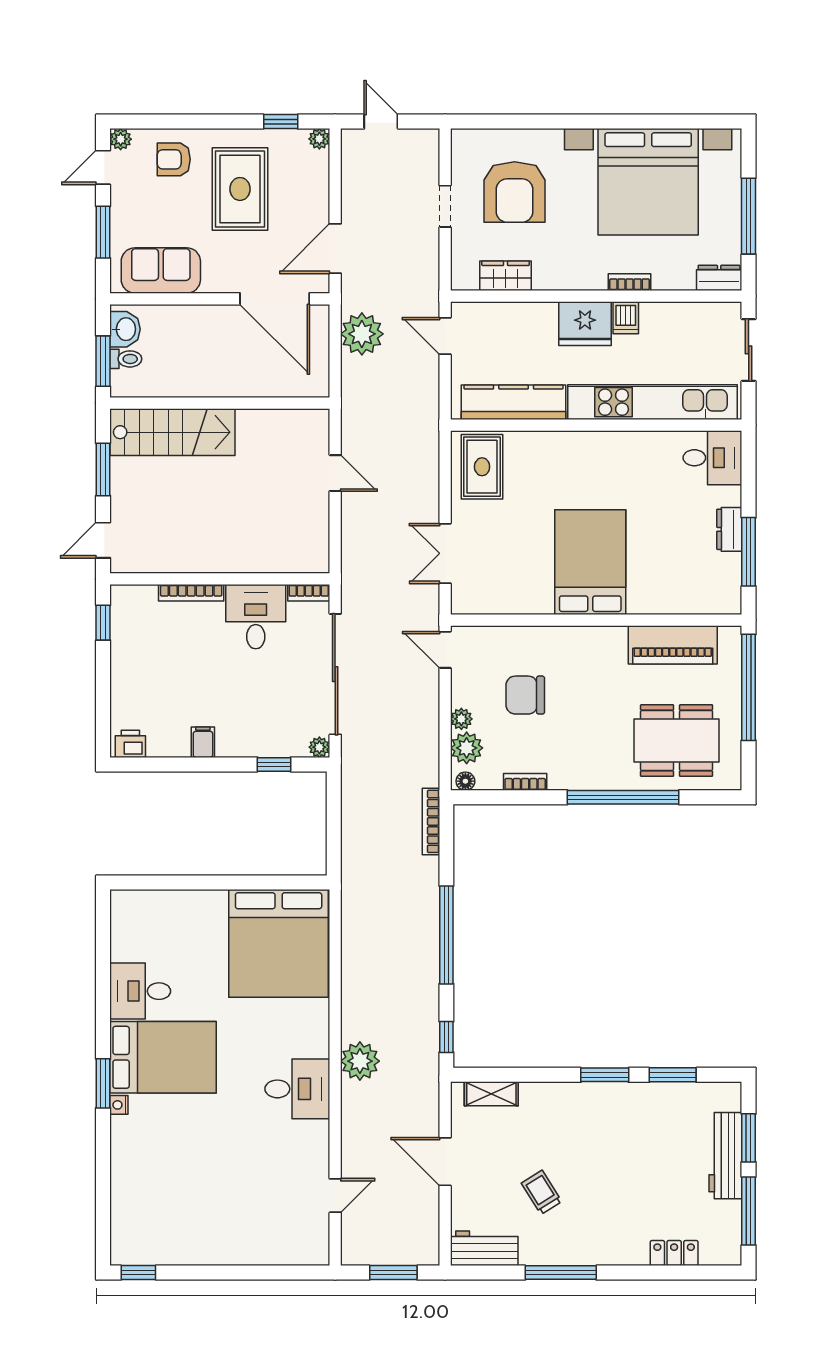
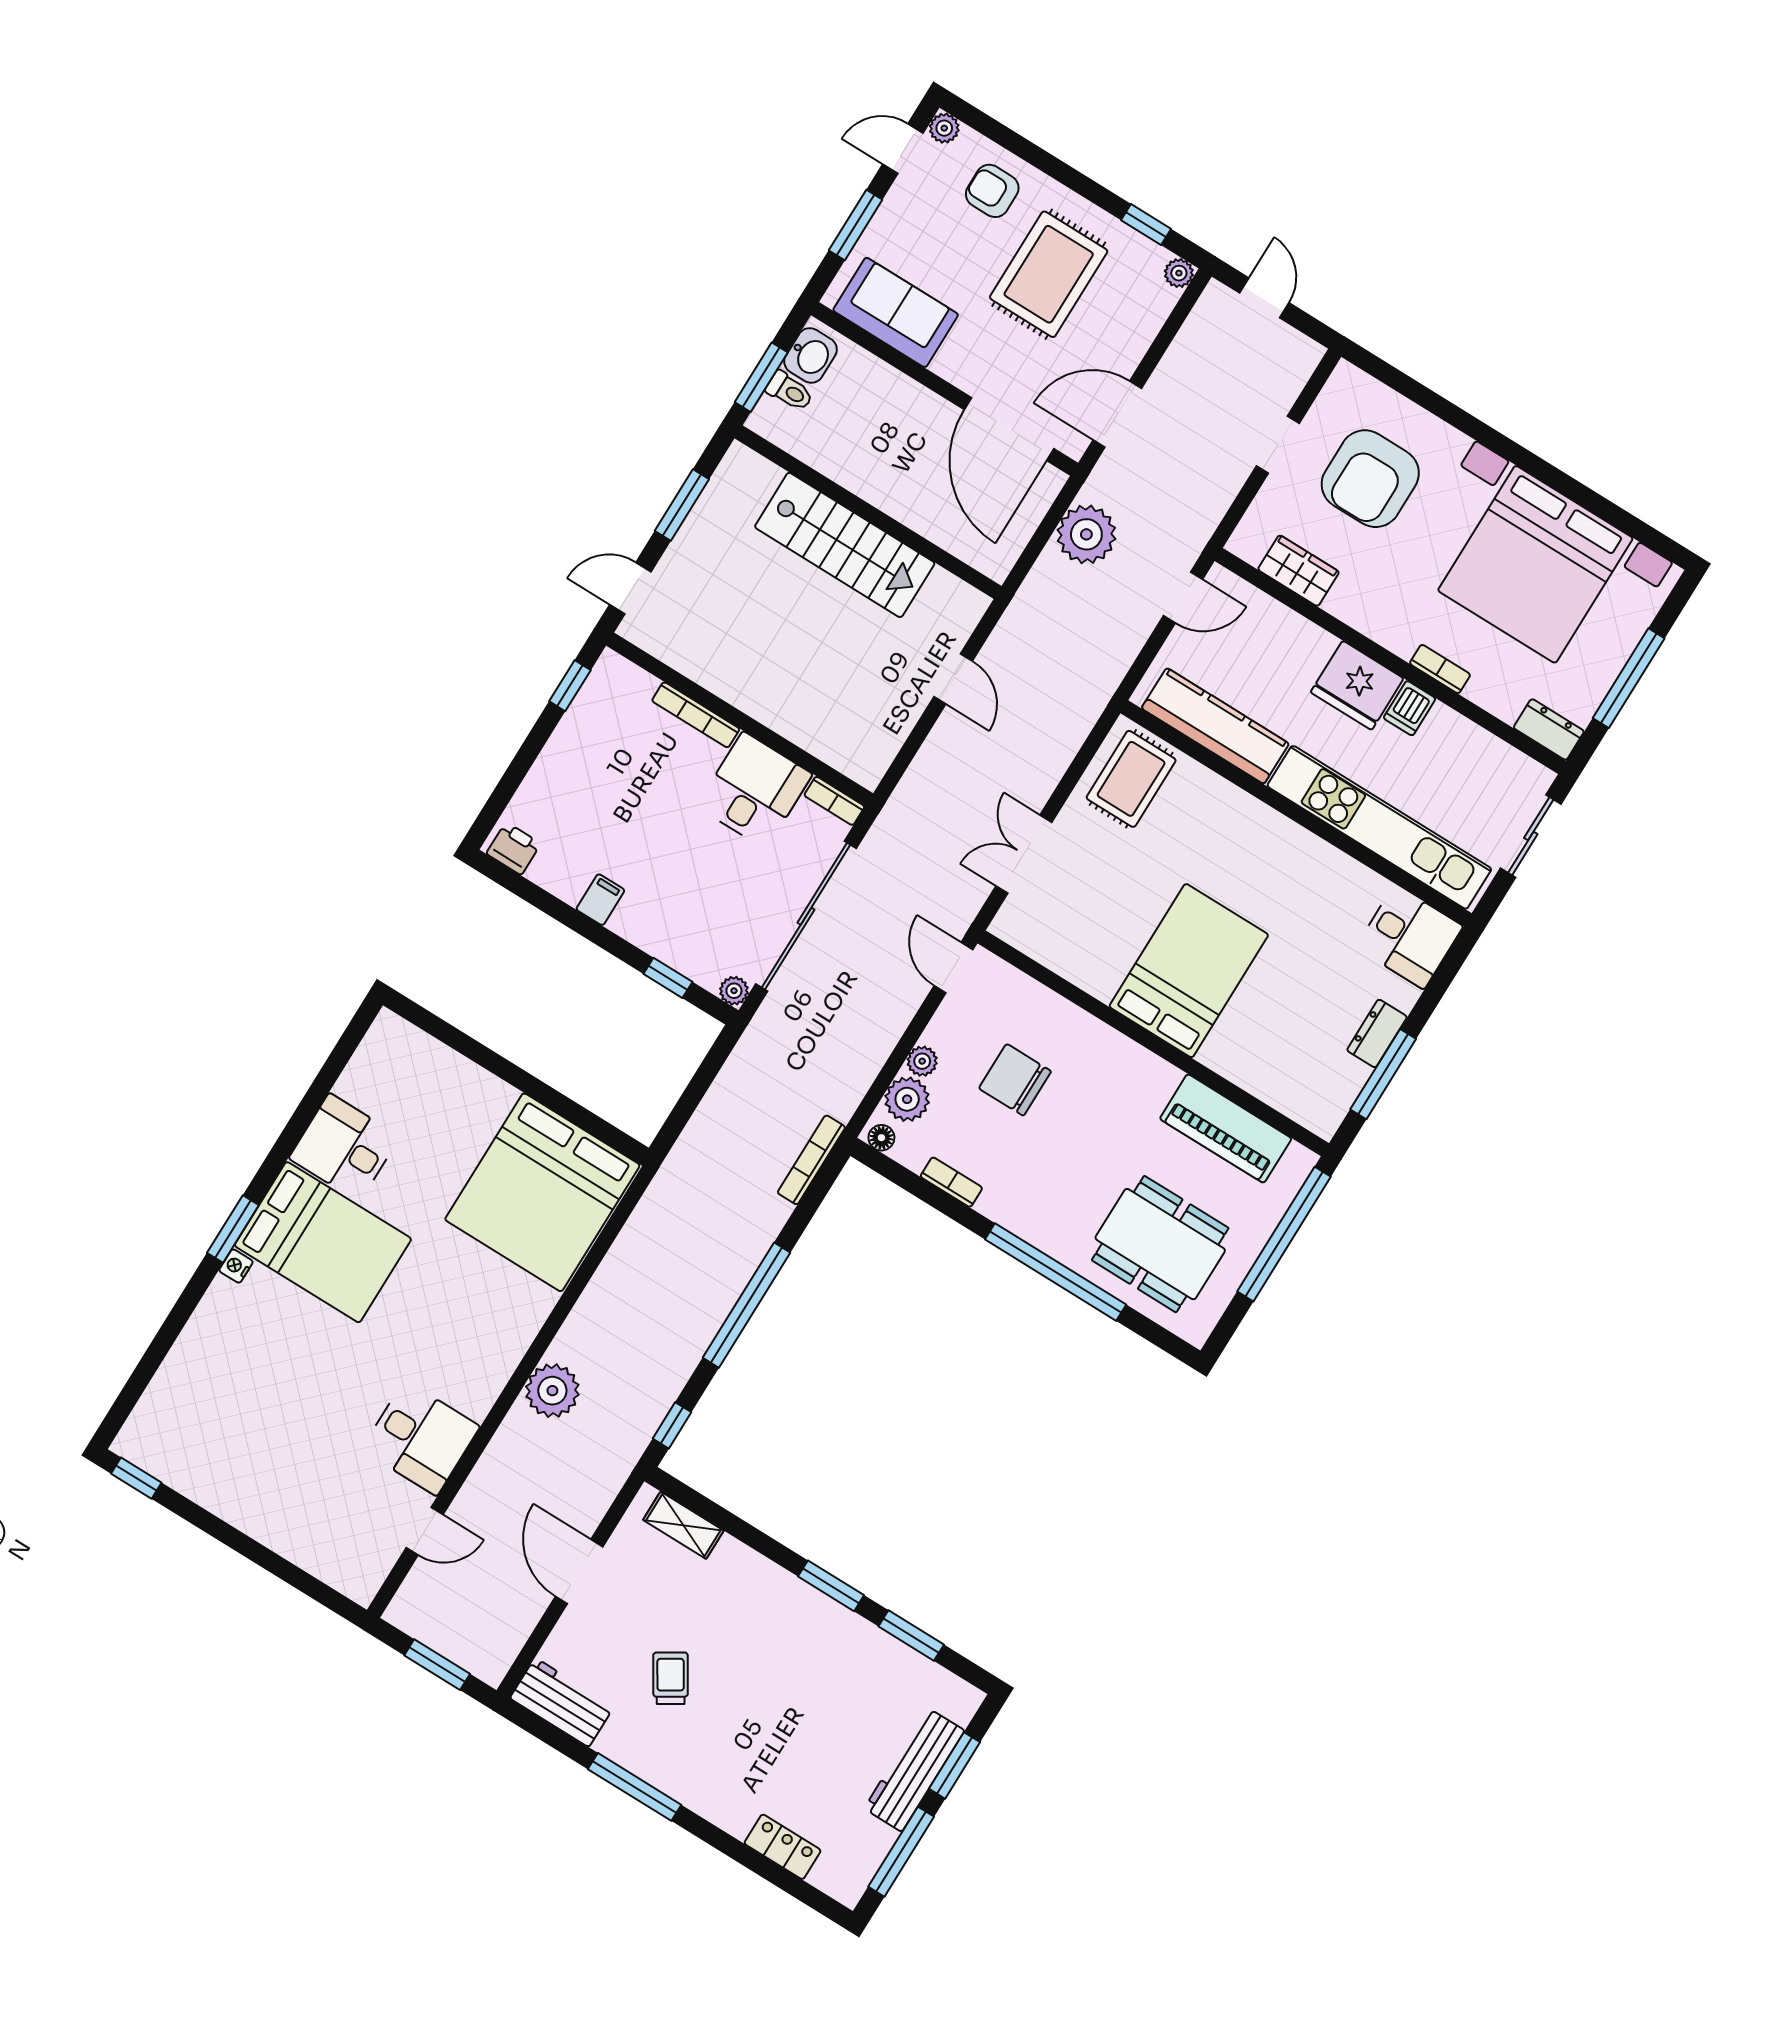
door: (445, 336) -> (1183, 598), swing flipped
stairs: (173, 432) -> (845, 545), moved
desk: (297, 1089) -> (421, 1438), moved

